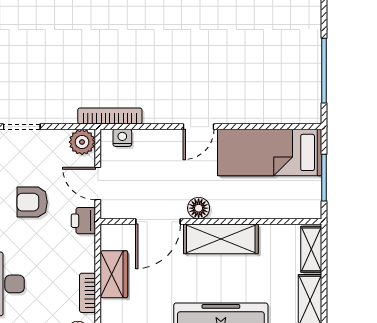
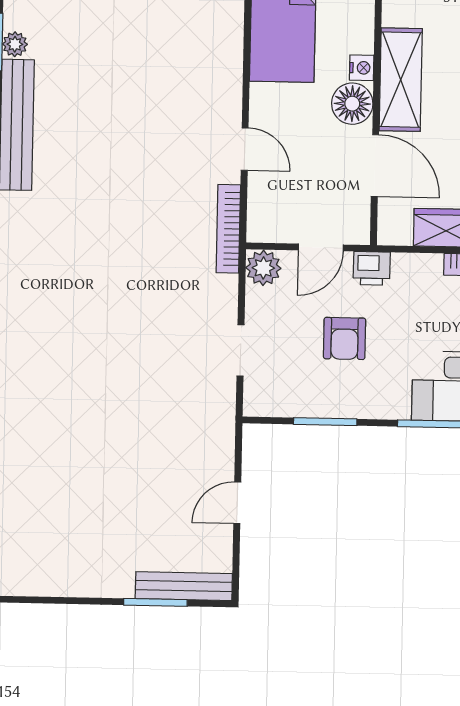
door: (199, 127) -> (245, 149), moved
nightstand: (122, 138) -> (362, 68), moved, turned 180
floor lamp: (199, 208) -> (352, 104), width x1.38, depth x1.38

